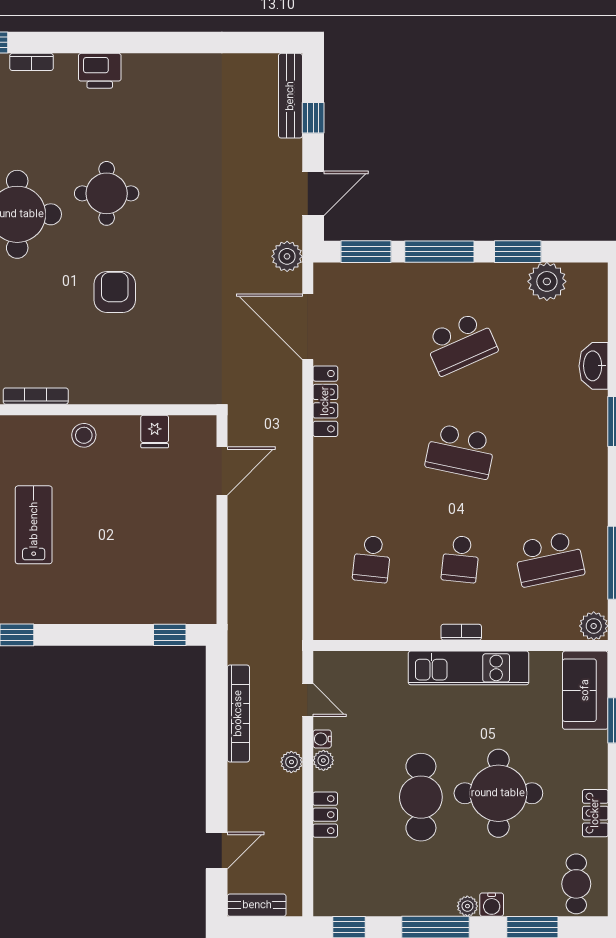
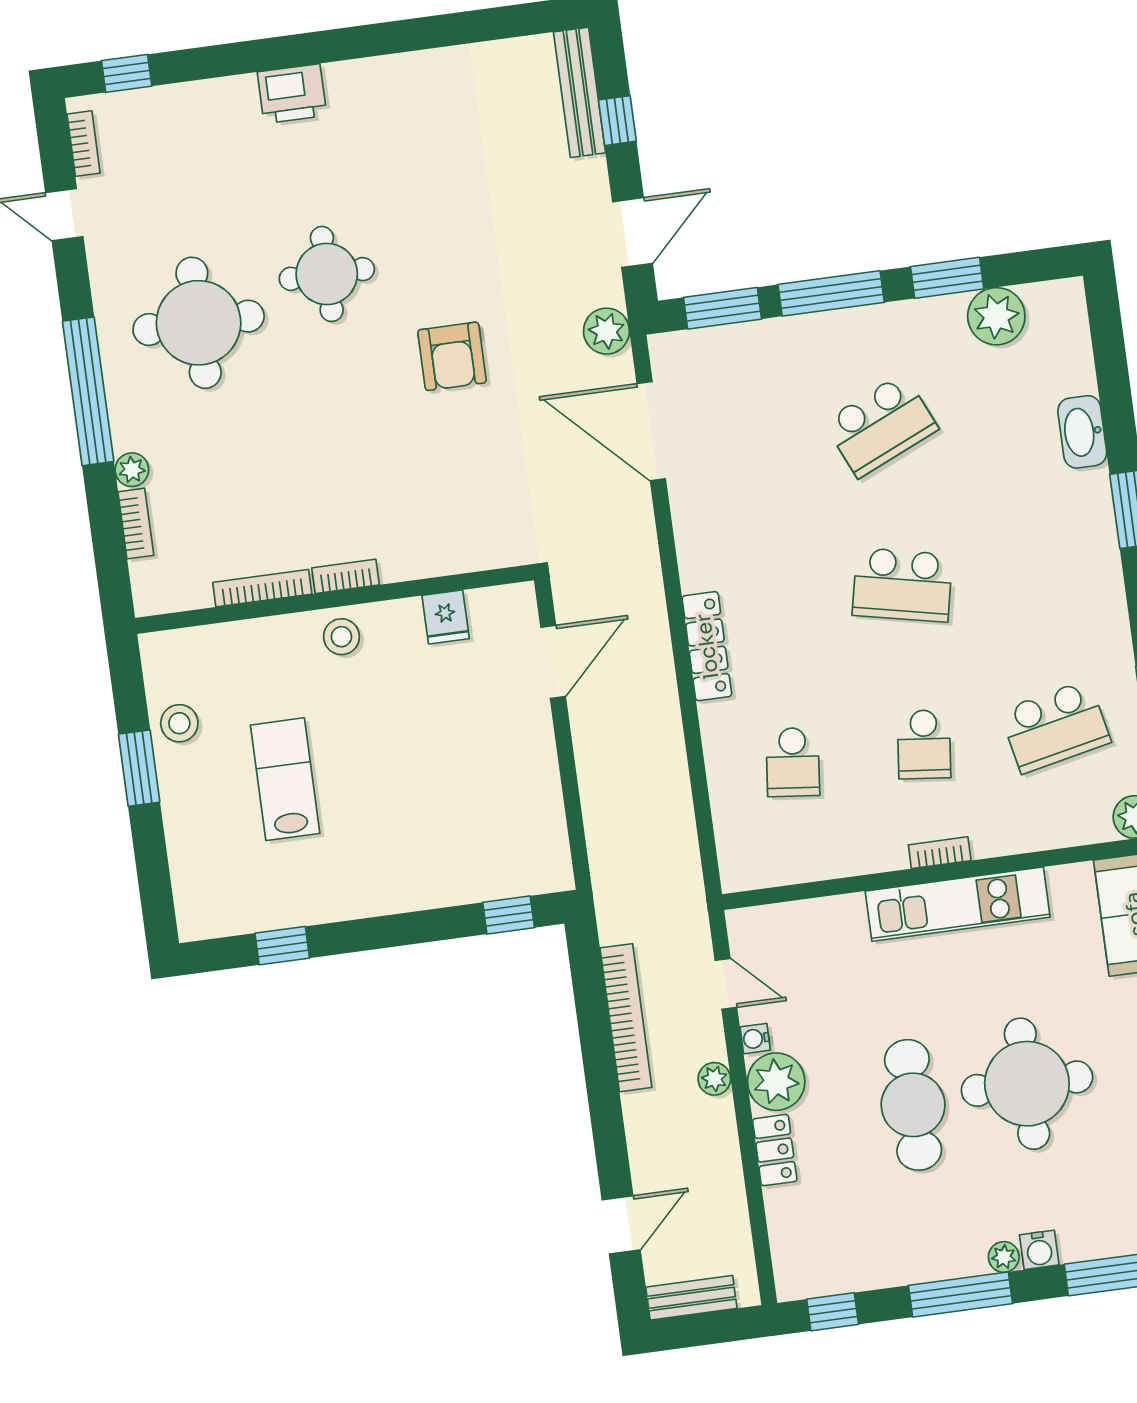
bookcase: (31, 62) -> (346, 576), moved, turned 180
armchair: (115, 292) -> (452, 356), moved, turned 180
locker: (325, 401) -> (707, 646), moved
plant: (323, 760) -> (776, 1082), width x1.87, depth x1.87

